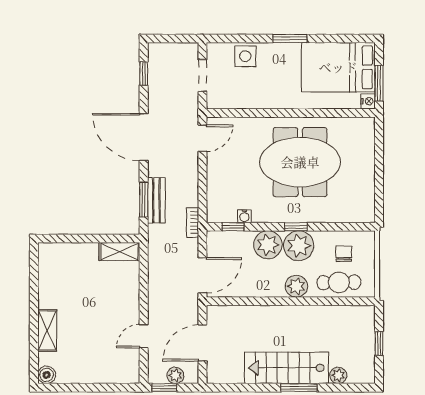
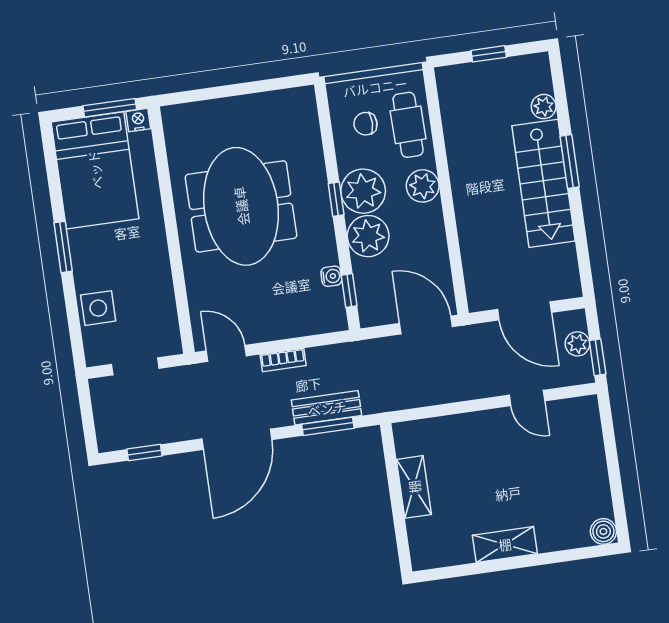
bookcase: (193, 223) -> (283, 360), moved
shelving: (119, 252) -> (414, 487), moved
shelving: (47, 330) -> (505, 544), moved

